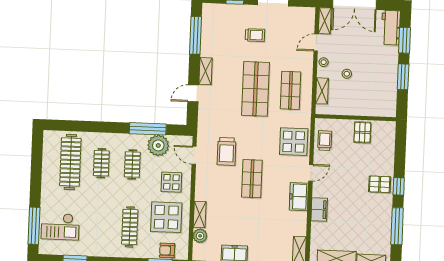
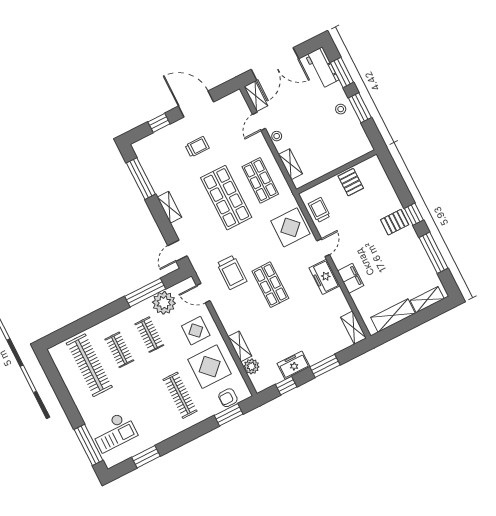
stool: (347, 74) -> (341, 109), moved
door: (193, 93) -> (178, 251), moved

